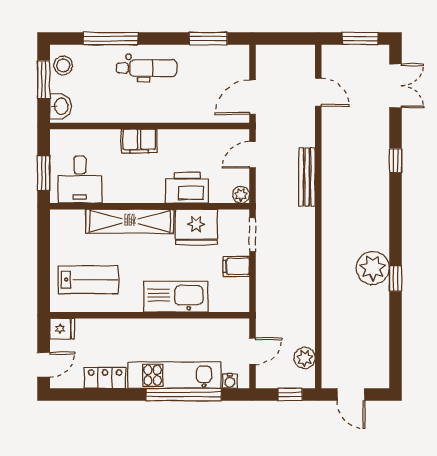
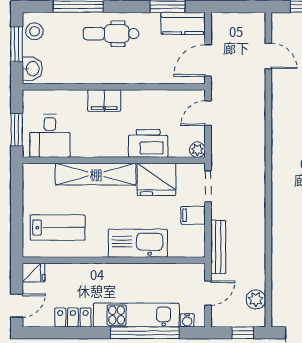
kitchen counter: (225, 57) -> (183, 23), added
dental chair: (147, 68) -> (111, 34), turned 180
bench: (307, 177) -> (218, 247), moved

